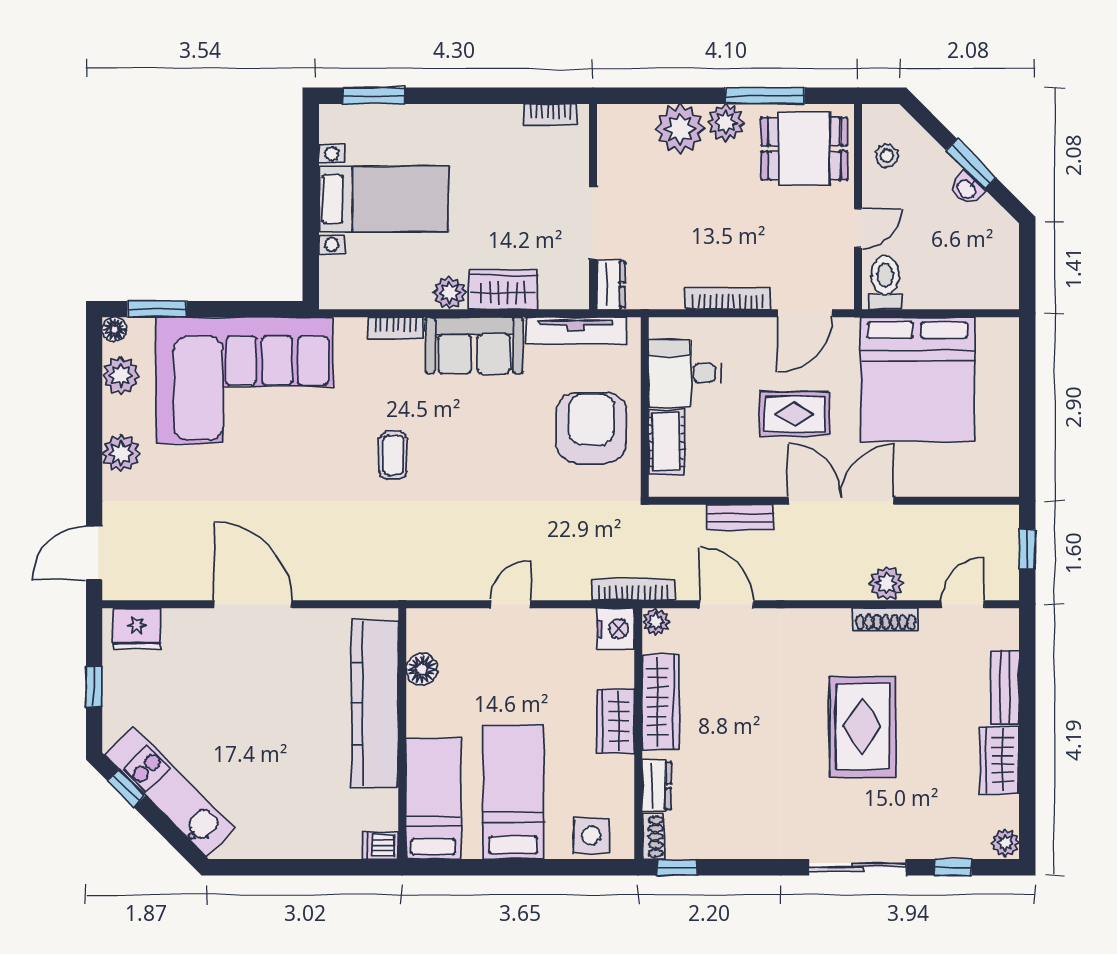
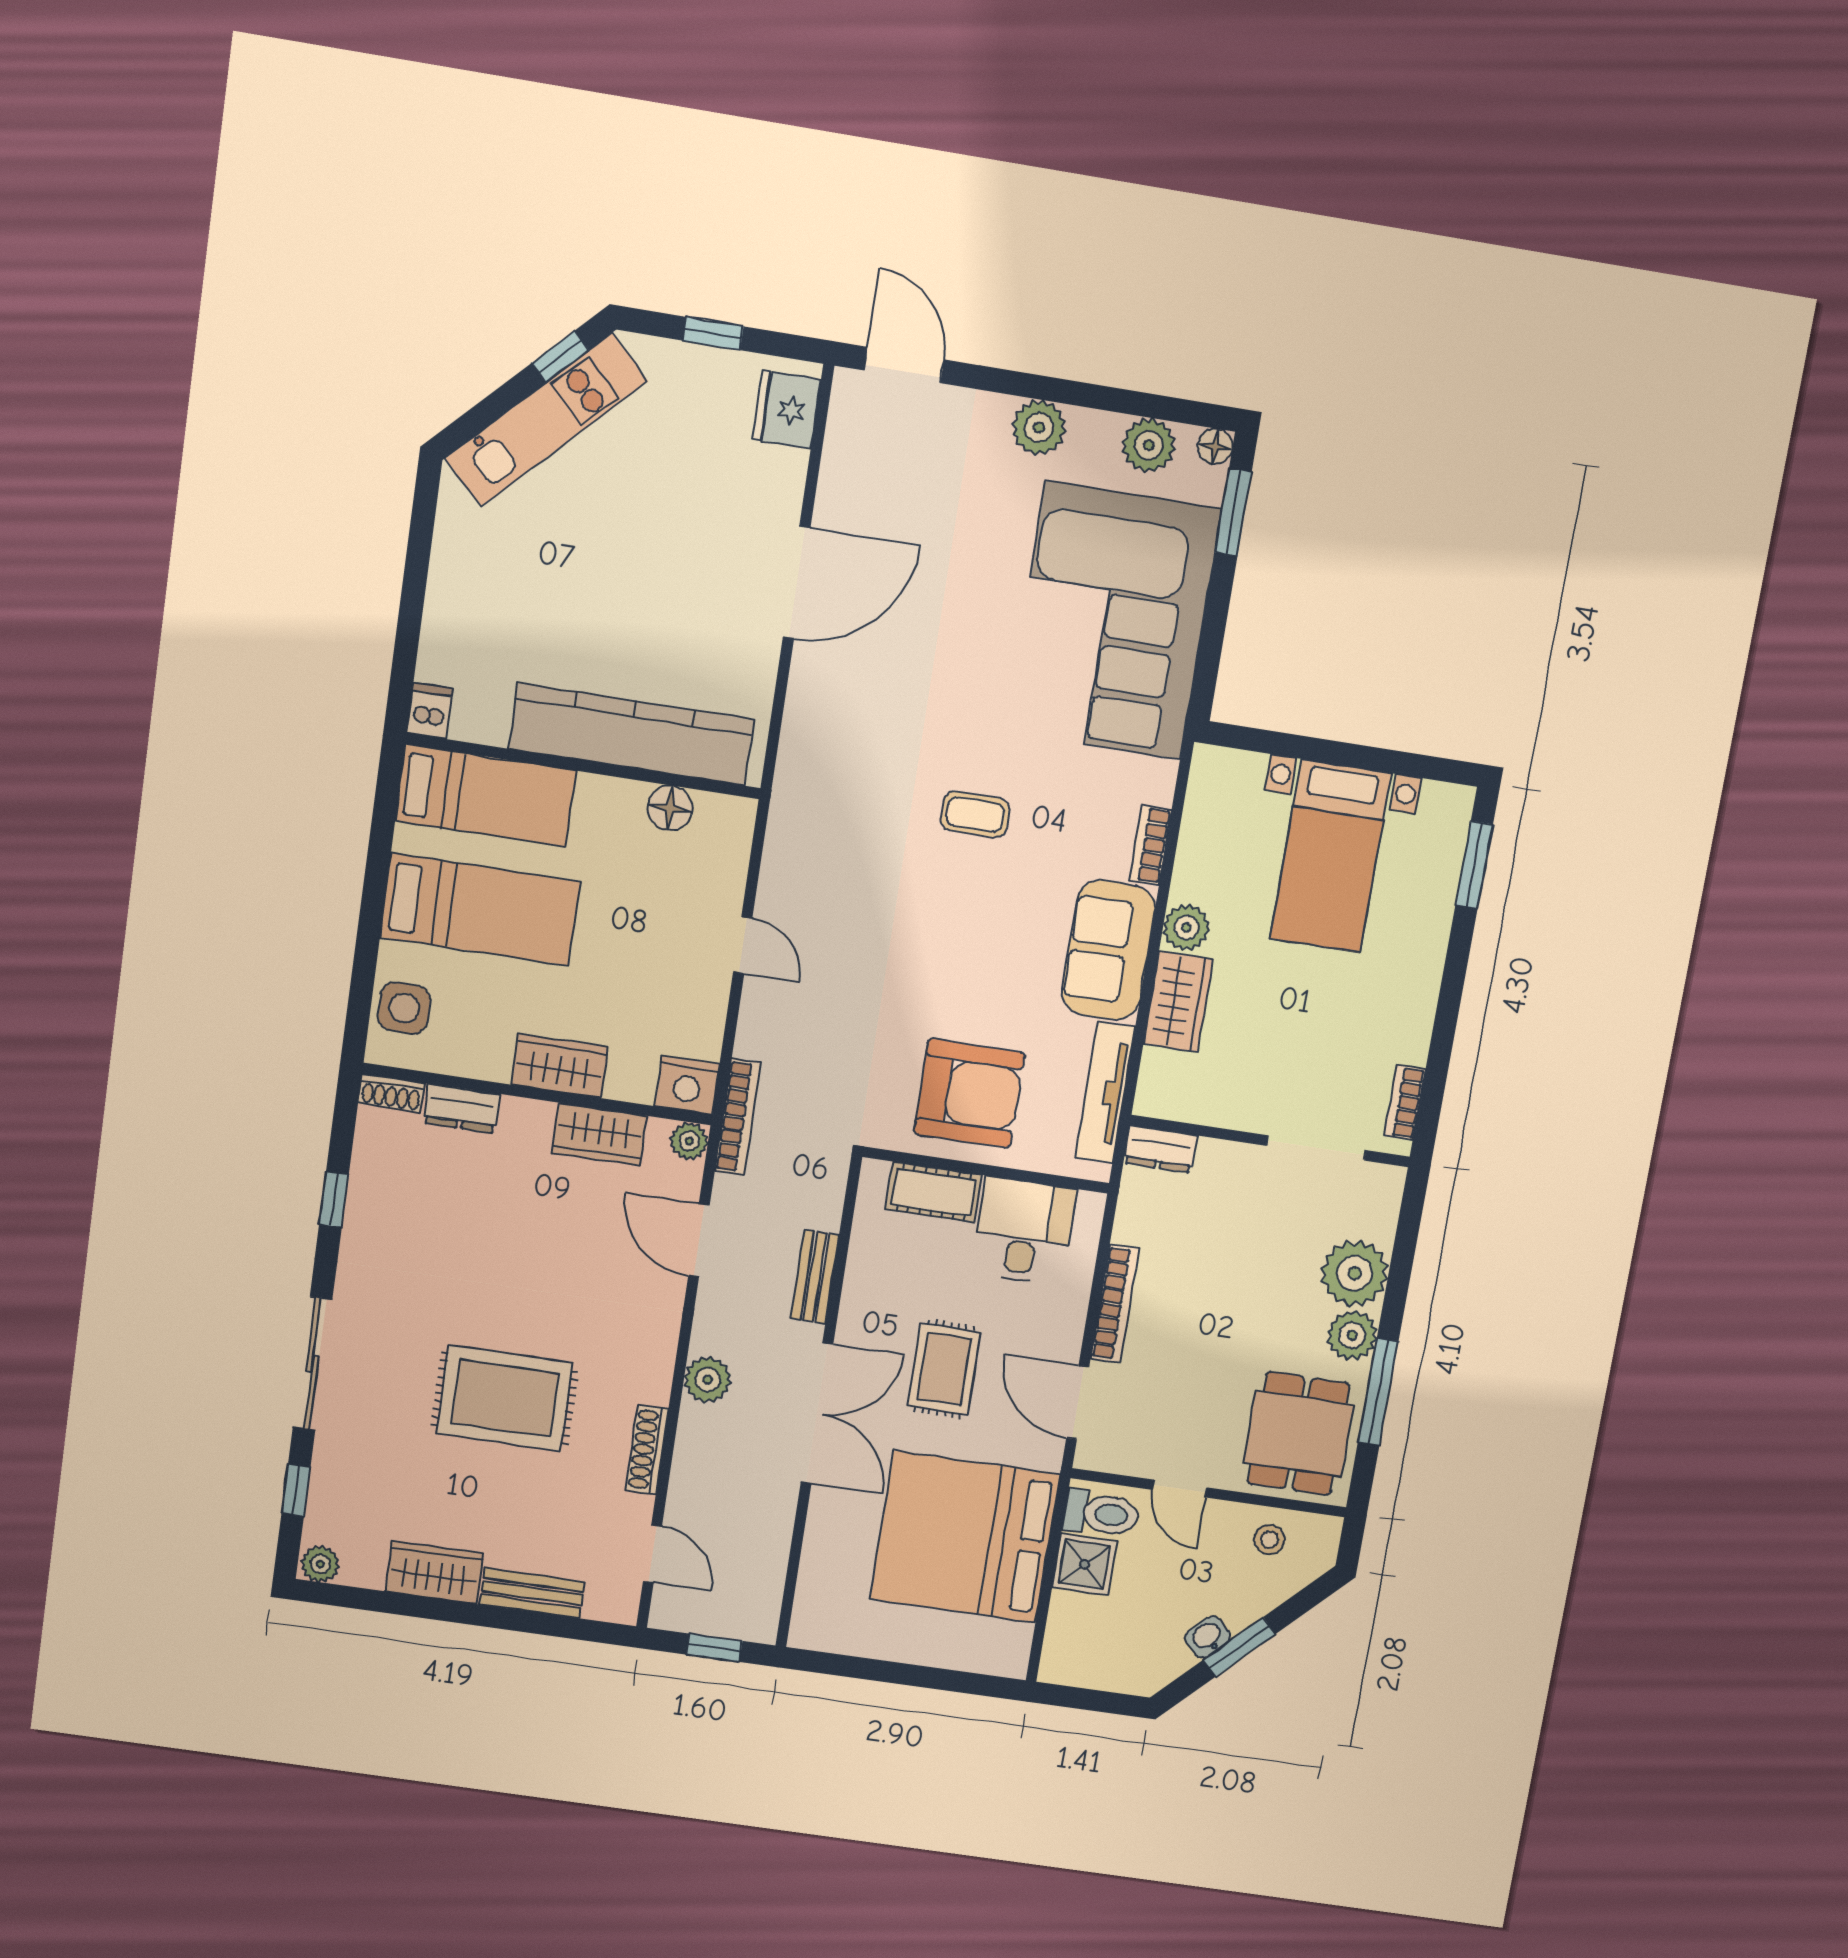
doorway: (593, 223) -> (1316, 1148), moved
shower: (925, 288) -> (1084, 1564), added
plant: (887, 583) -> (708, 1380), moved
door: (727, 604) -> (699, 1240), swing flipped
wardrobe: (661, 702) -> (599, 1134), width x0.67
window: (677, 867) -> (334, 1200), moved

